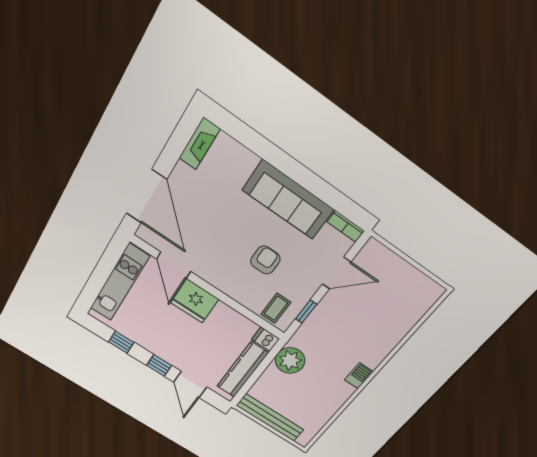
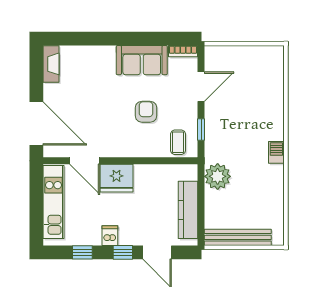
sofa: (288, 200) -> (142, 60), width x0.73
dishwasher: (266, 339) -> (110, 236), moved, turned 90

